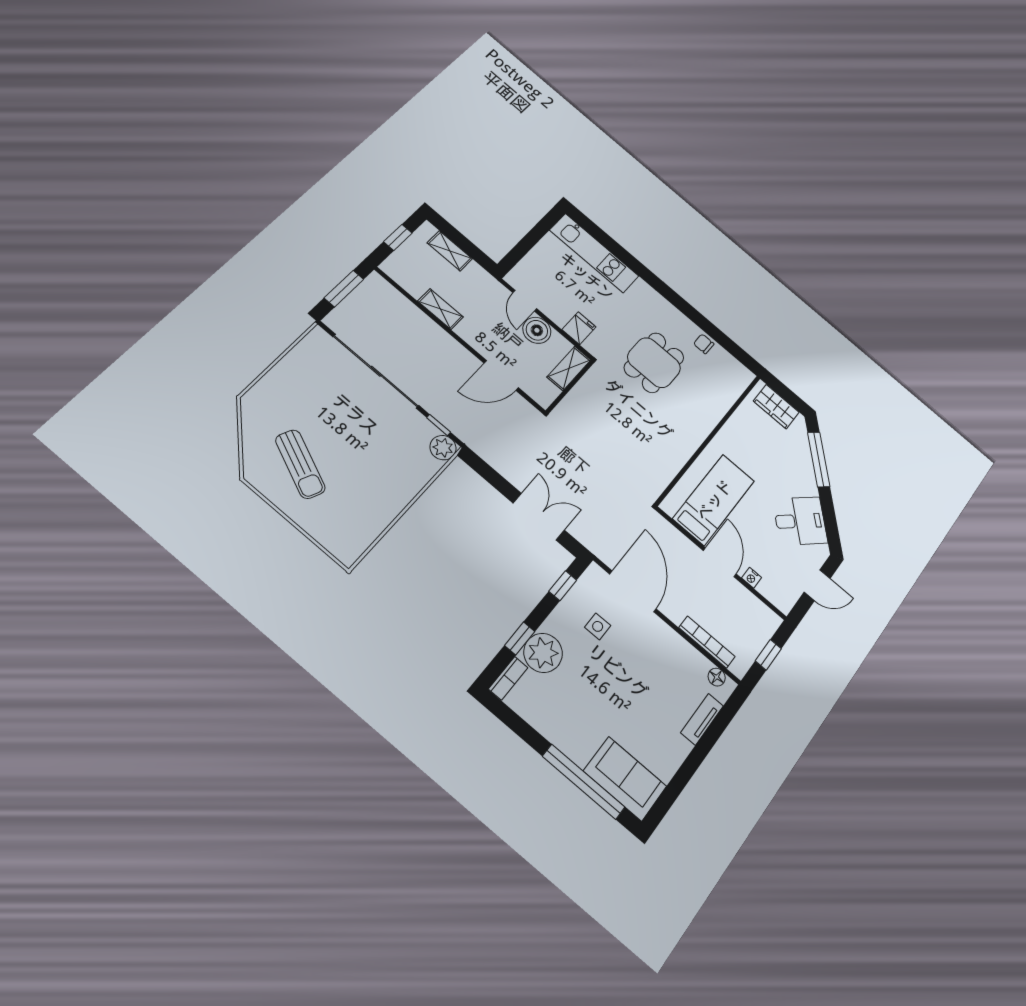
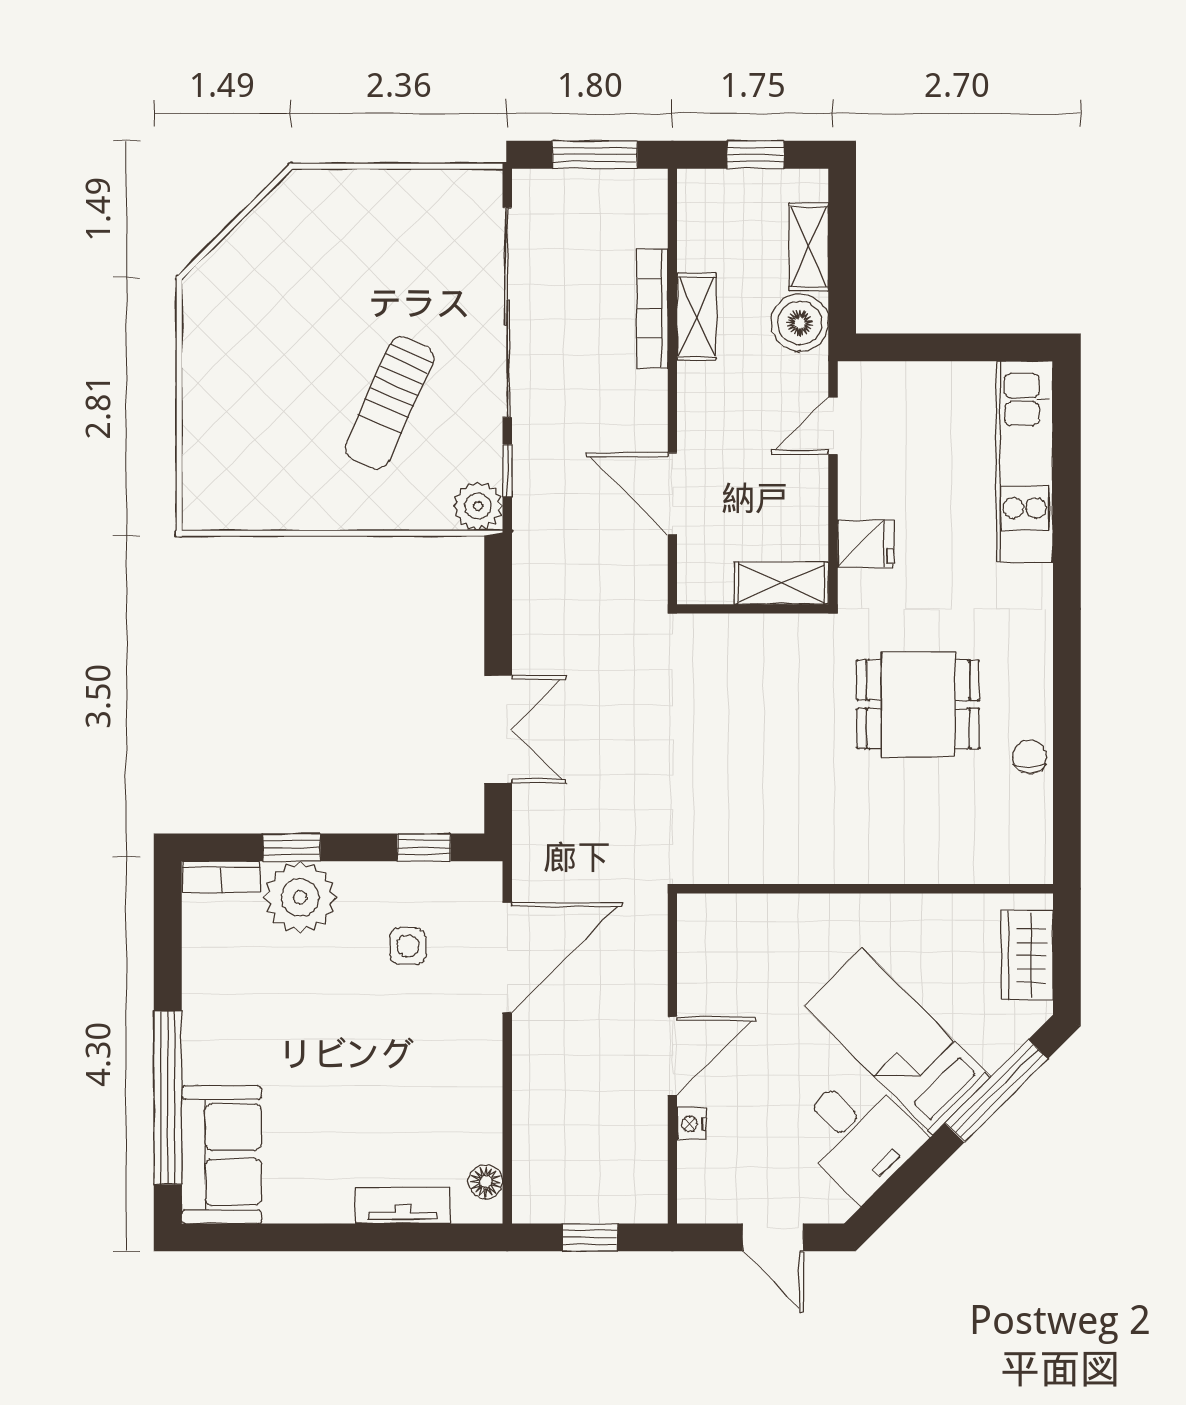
boiler: (537, 330) -> (800, 323), moved
sun lounger: (300, 464) -> (389, 402), moved
bed: (714, 500) -> (897, 1041), moved, turned -135
bookcase: (707, 642) -> (653, 309), moved, turned 180

